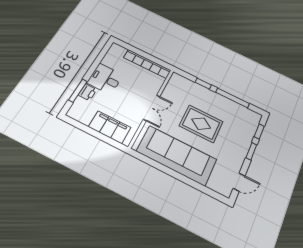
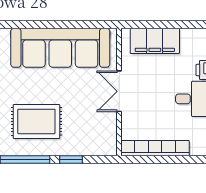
rug: (201, 124) -> (36, 121), moved

